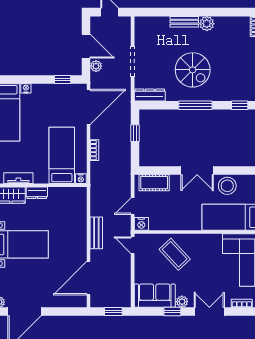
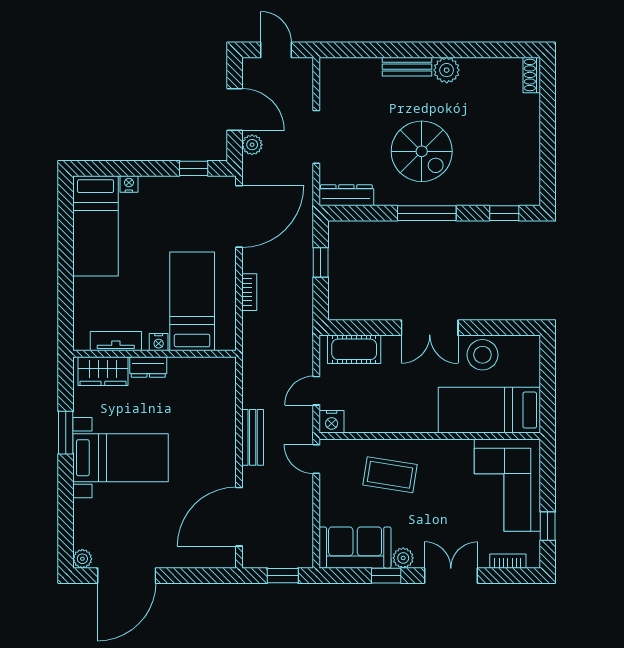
nightstand: (81, 179) -> (159, 342), moved
coffee table: (175, 254) -> (390, 475), turned -38

